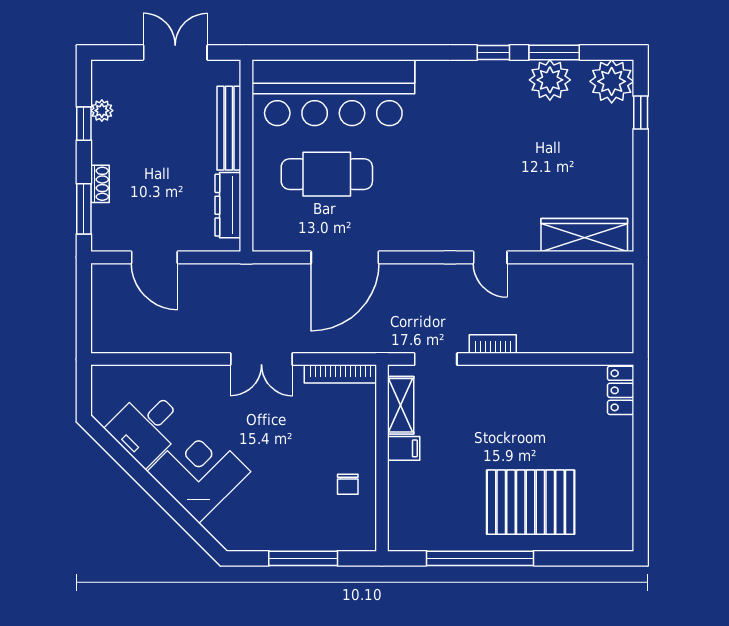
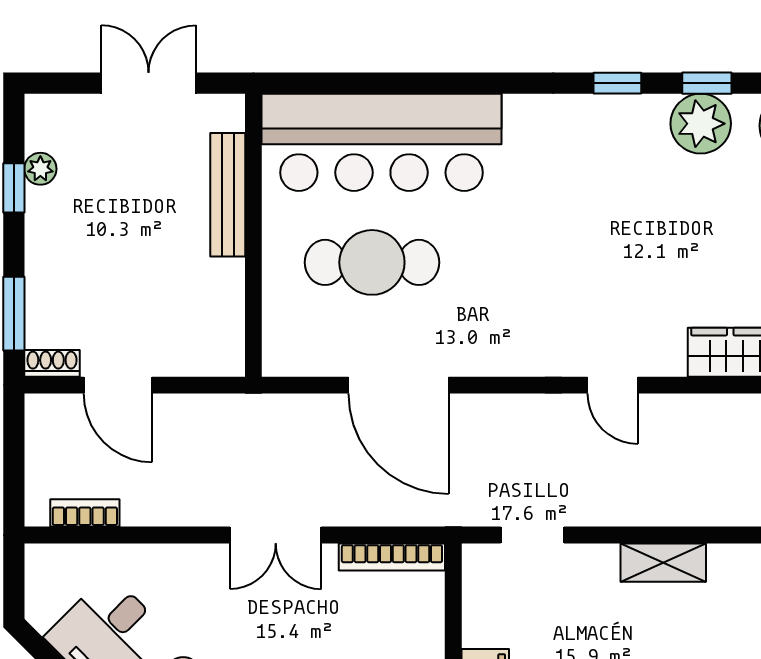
window: (554, 52) -> (707, 83), width x0.67
shoe rack: (100, 184) -> (52, 363), moved, turned -90
dresser: (228, 205) -> (226, 308), removed
door: (345, 257) -> (398, 385), hinge flipped
bookcase: (493, 344) -> (85, 513), moved
shelving: (401, 405) -> (663, 563), moved, turned 90

